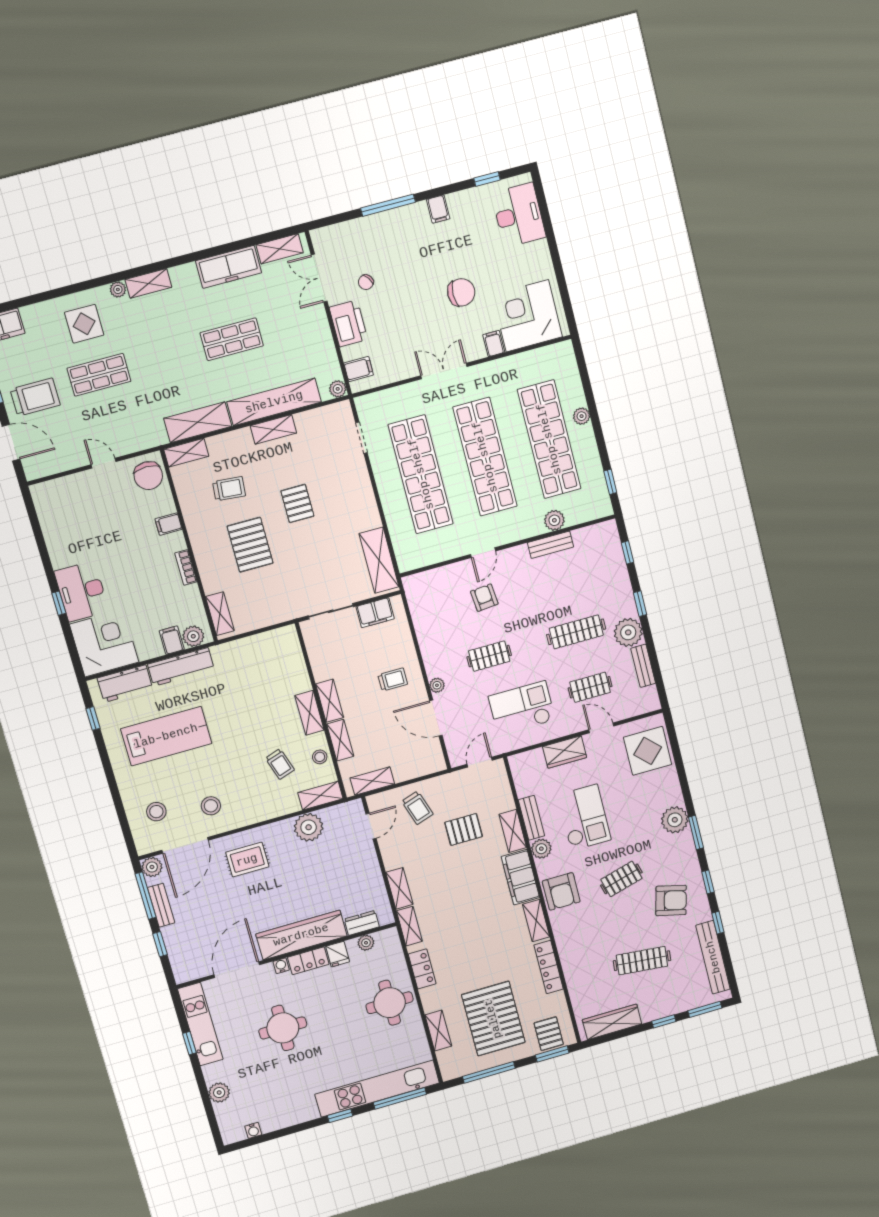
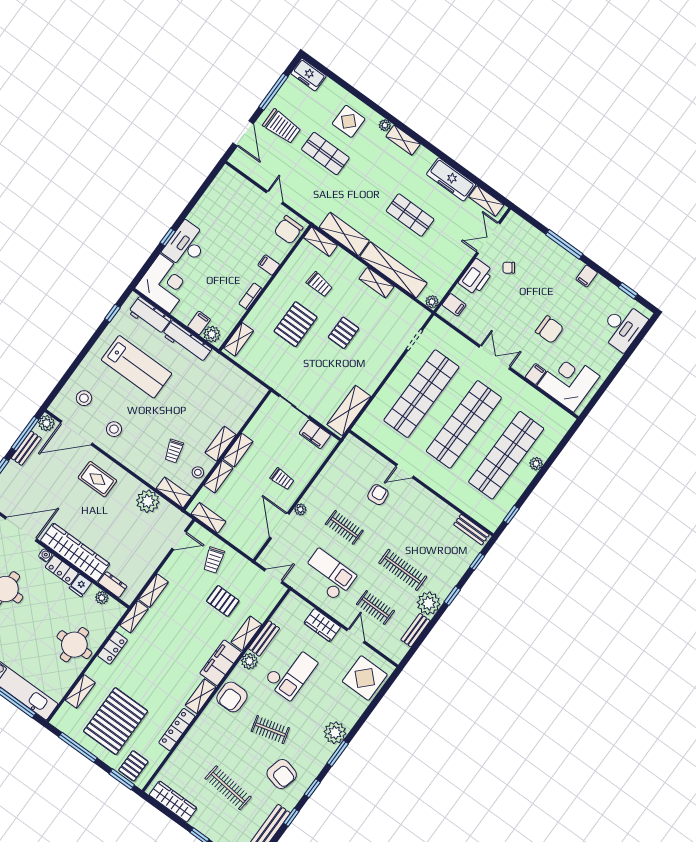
plant: (554, 520) -> (460, 499), removed
bench: (550, 545) -> (471, 530), moved

